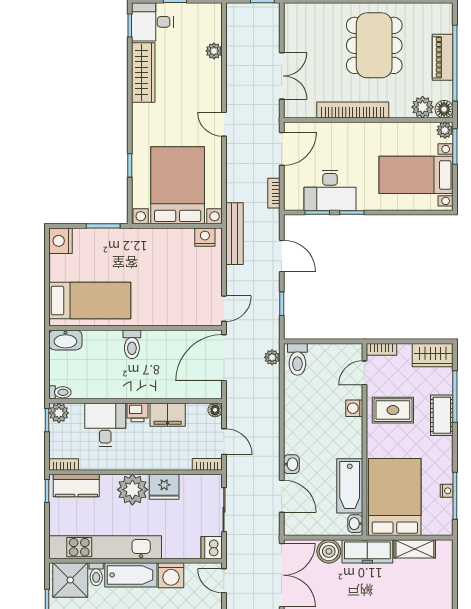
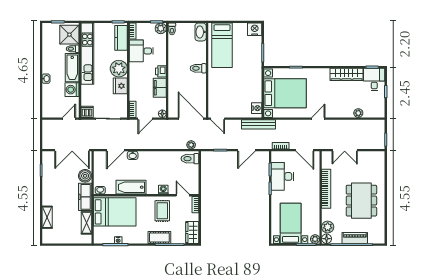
dining table: (374, 45) -> (361, 201), turned 90
desk: (105, 425) -> (141, 51), moved, turned 180
bathtub: (350, 486) -> (131, 187), moved

